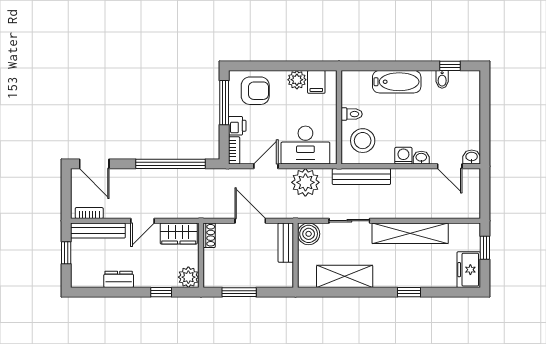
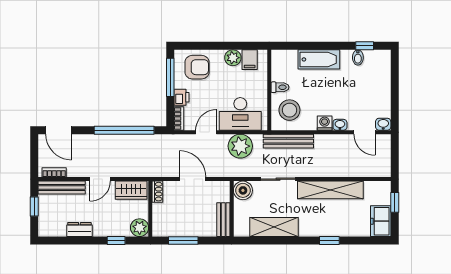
bench: (286, 243) -> (223, 220), moved

